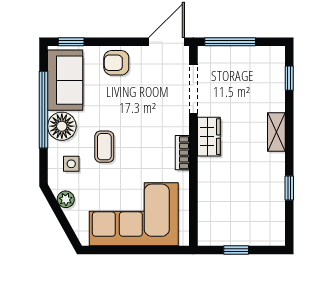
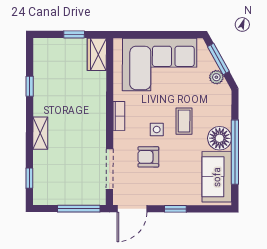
window: (71, 42) -> (175, 209), moved
armchair: (116, 63) -> (148, 157), moved, turned 180
wardrobe: (209, 137) -> (97, 54), moved
side table: (71, 164) -> (157, 130), moved
window: (63, 221) -> (218, 59), added

